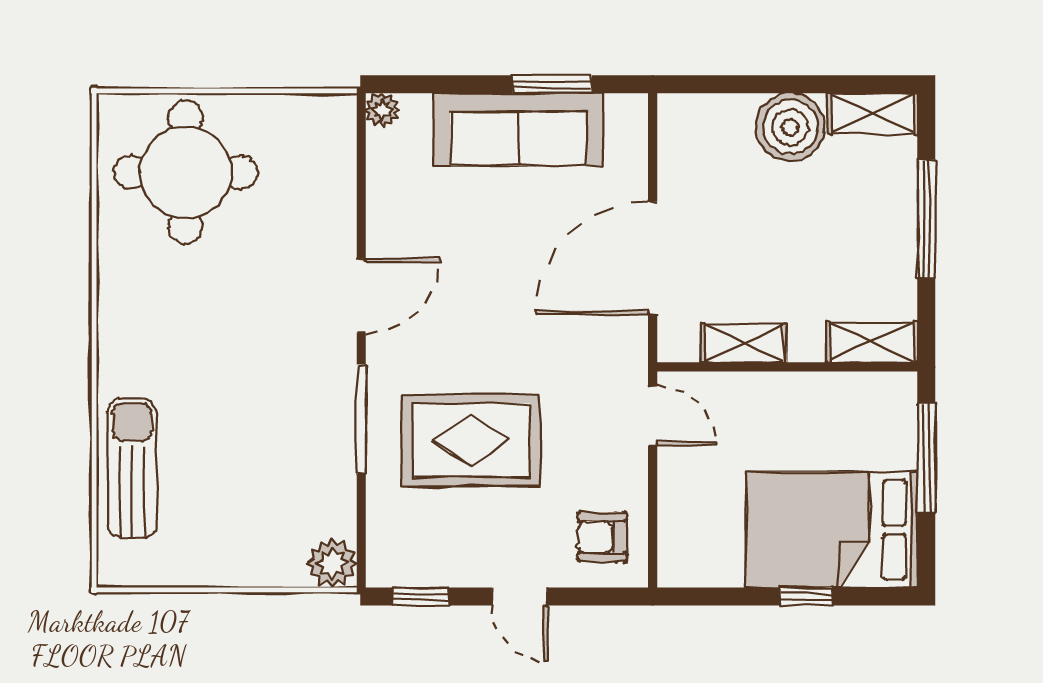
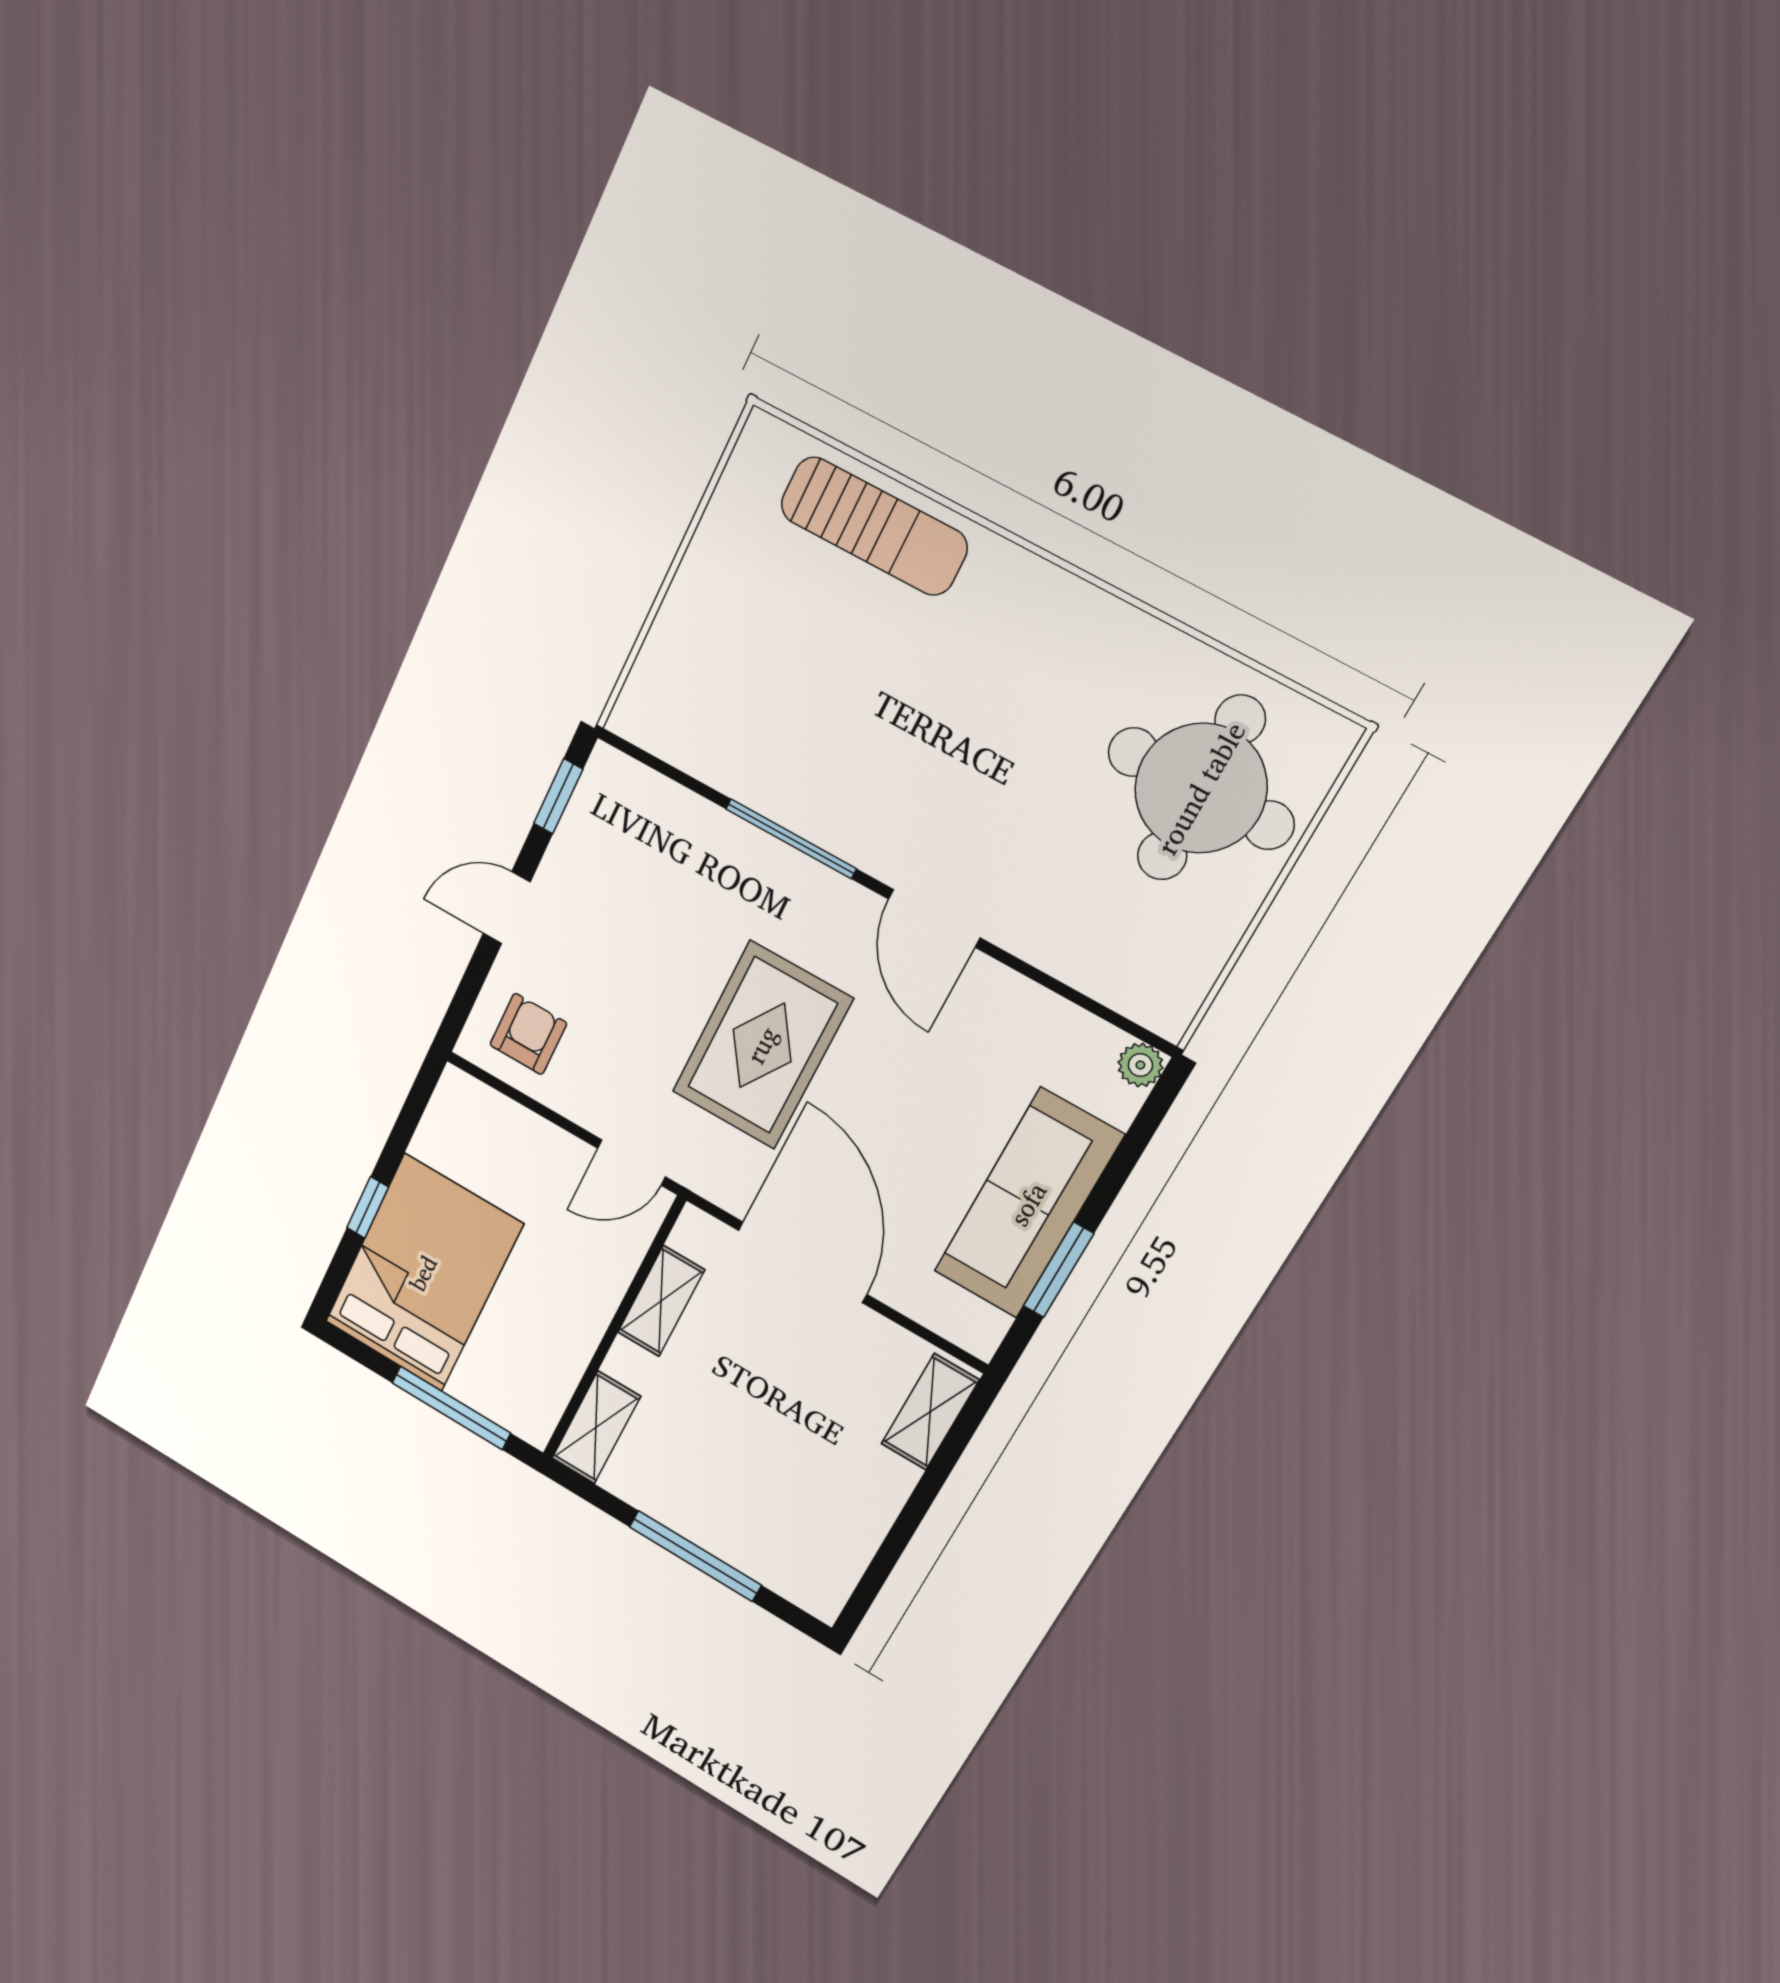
shelving: (873, 113) -> (930, 1412), moved
boiler: (790, 127) -> (867, 1485), removed
rug: (471, 440) -> (762, 1045), moved
plant: (332, 563) -> (644, 714), removed

